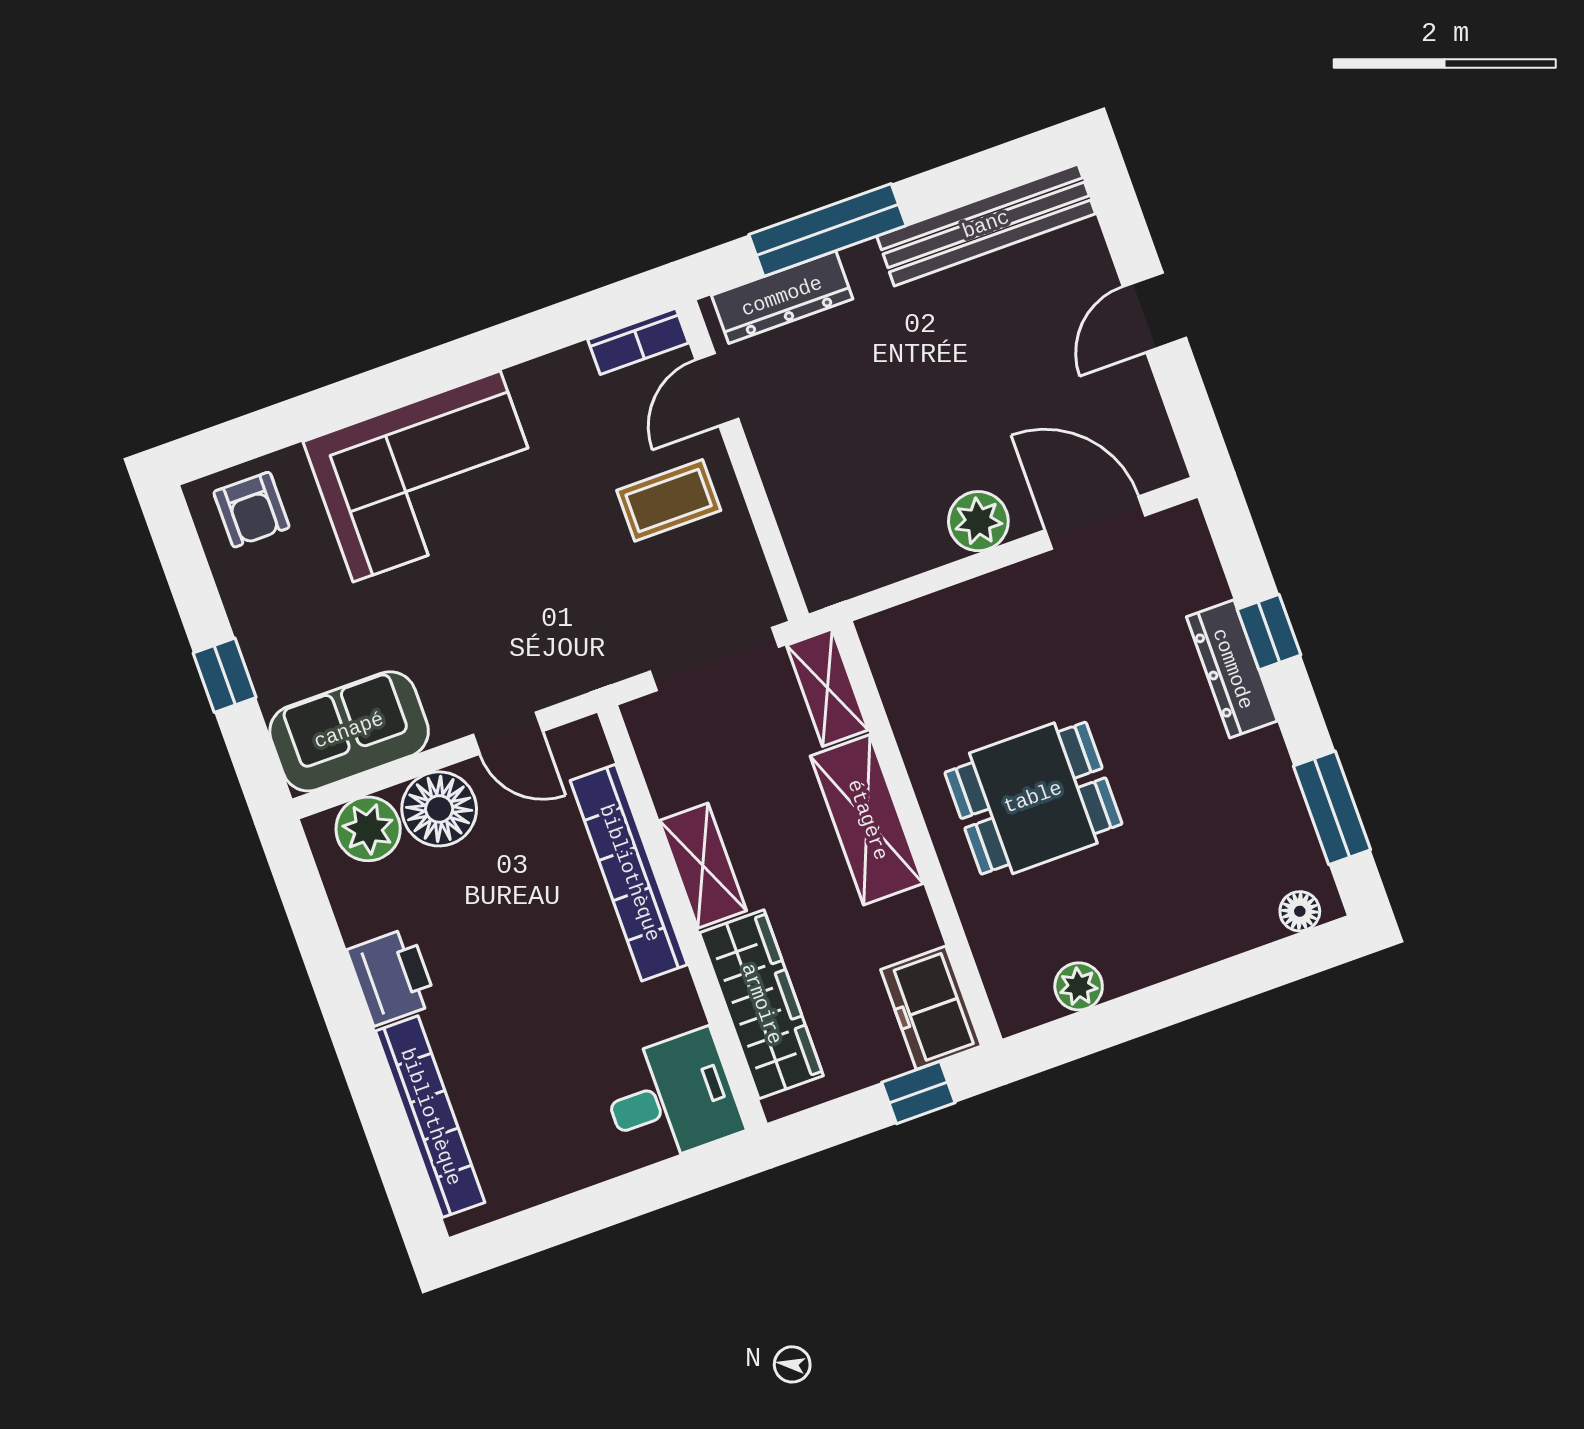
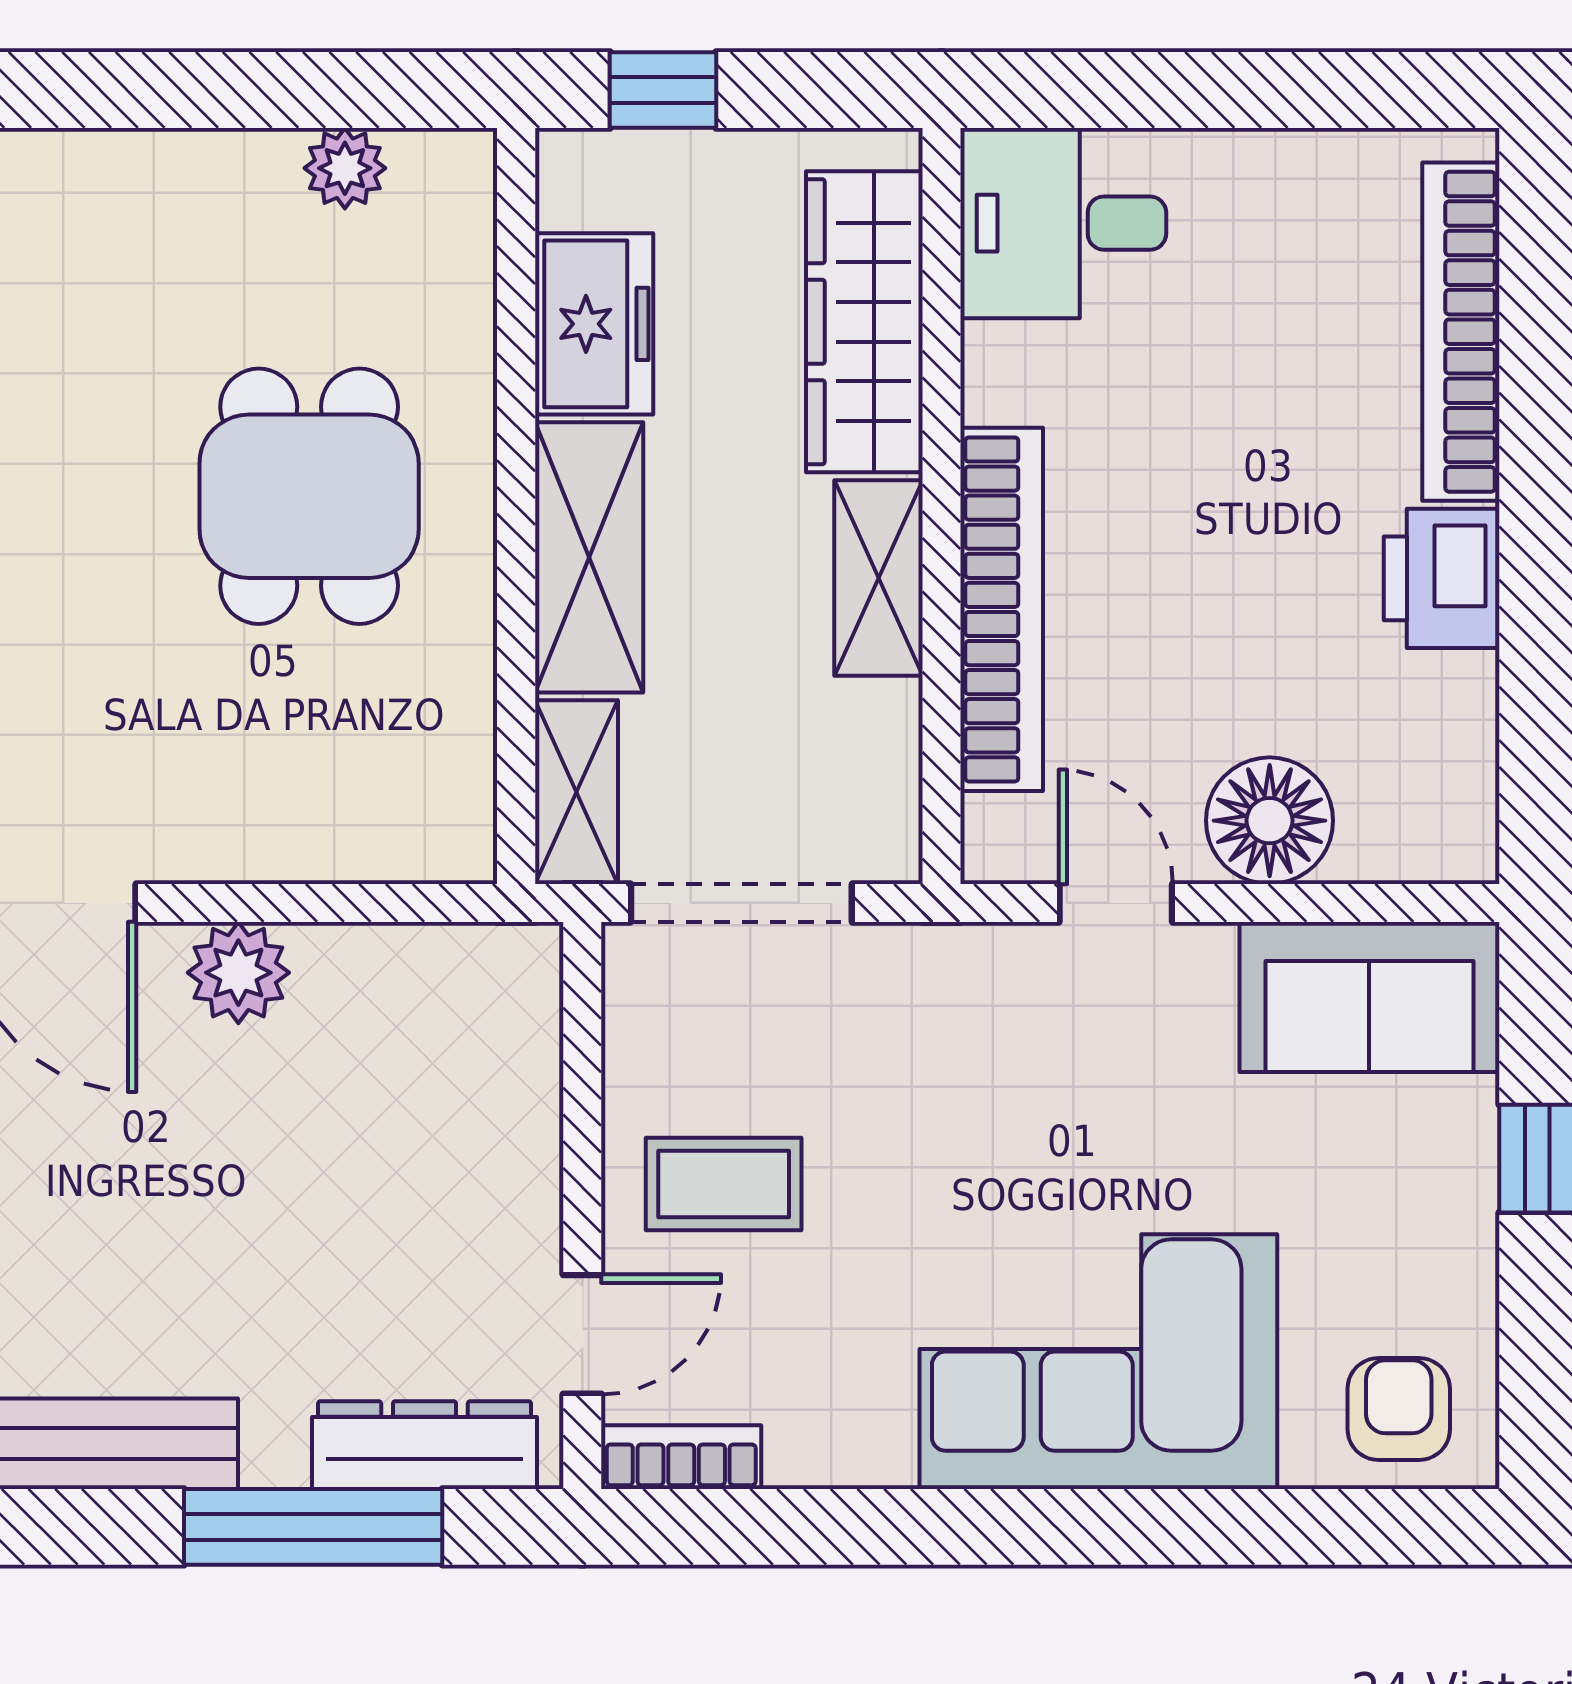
dining table: (1033, 798) -> (309, 496), turned 90
plant: (368, 829) -> (1395, 829), removed
freezer: (931, 1008) -> (594, 324), moved

